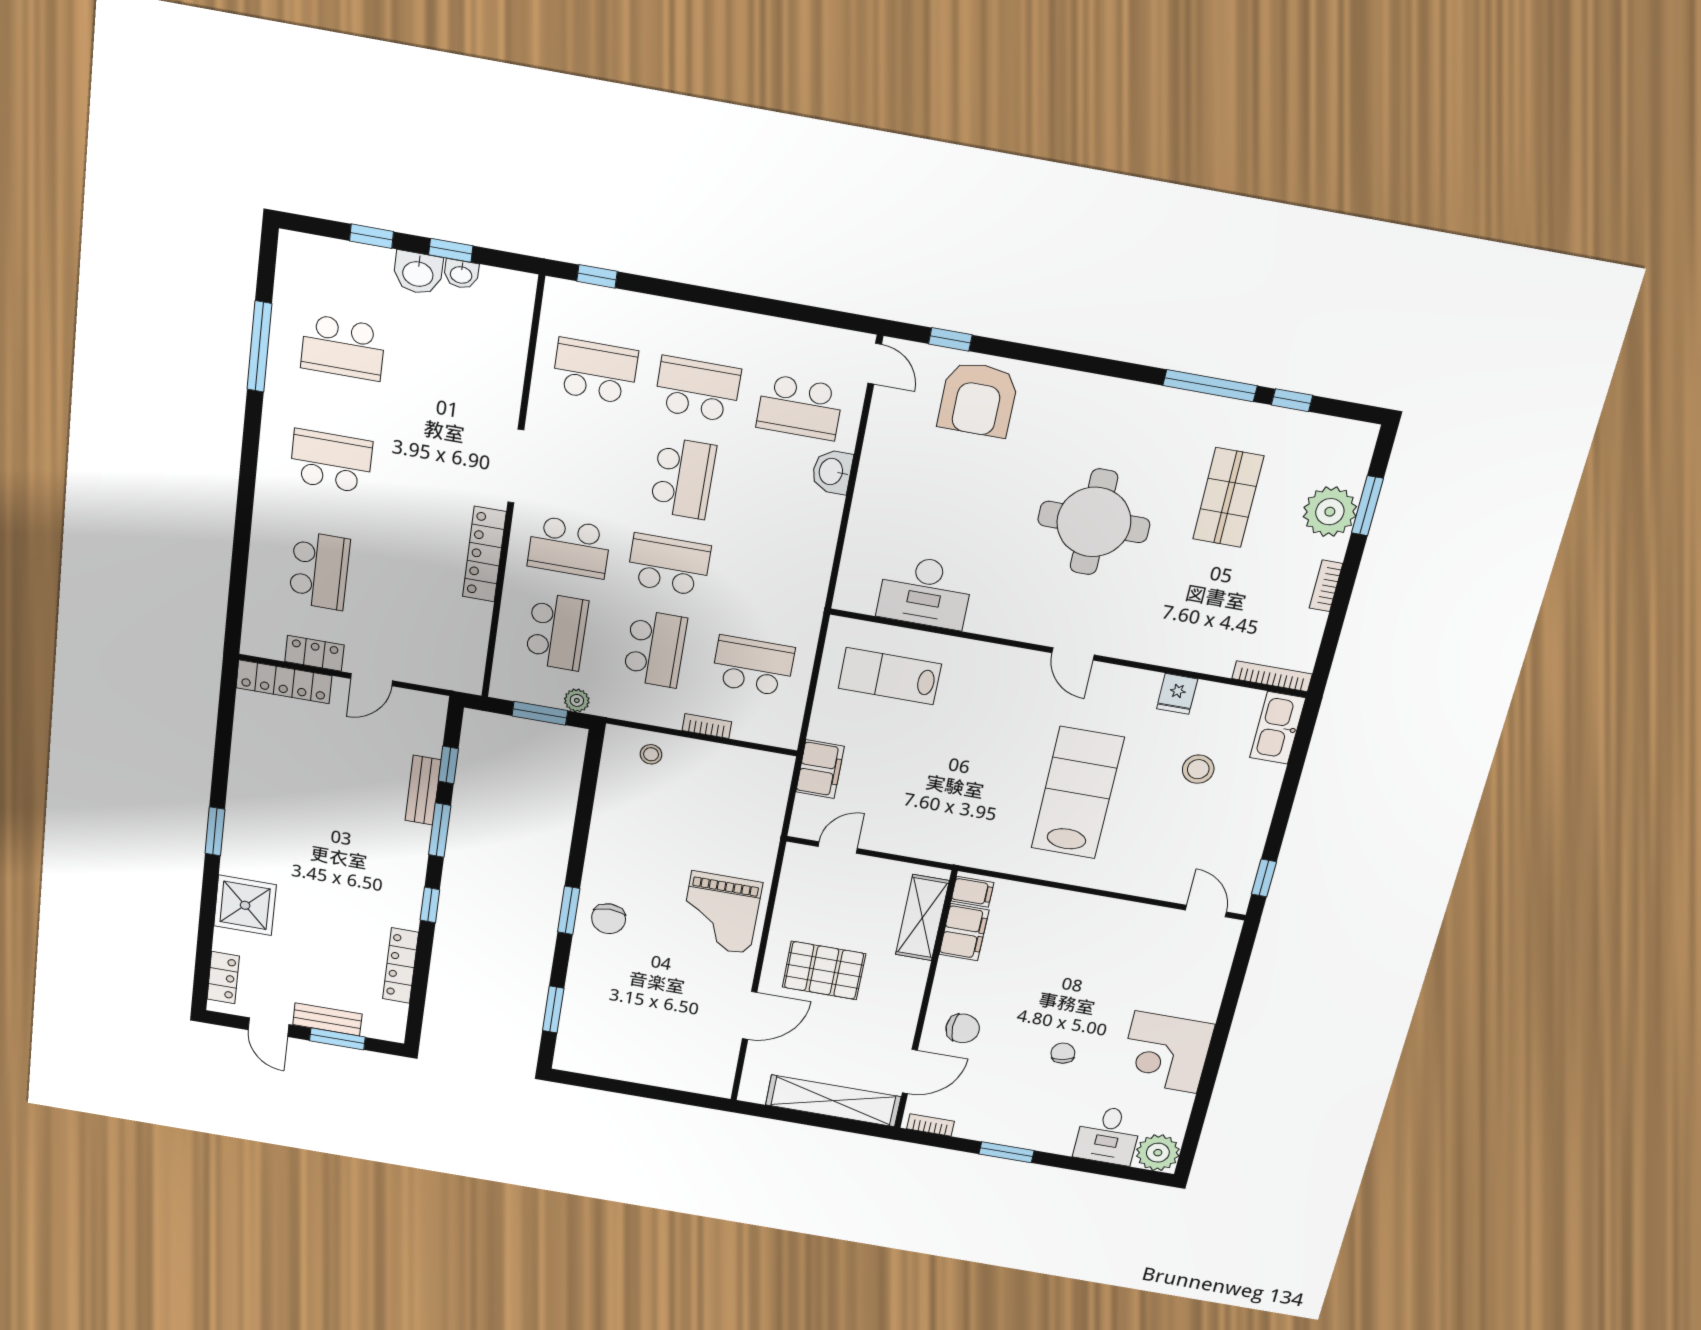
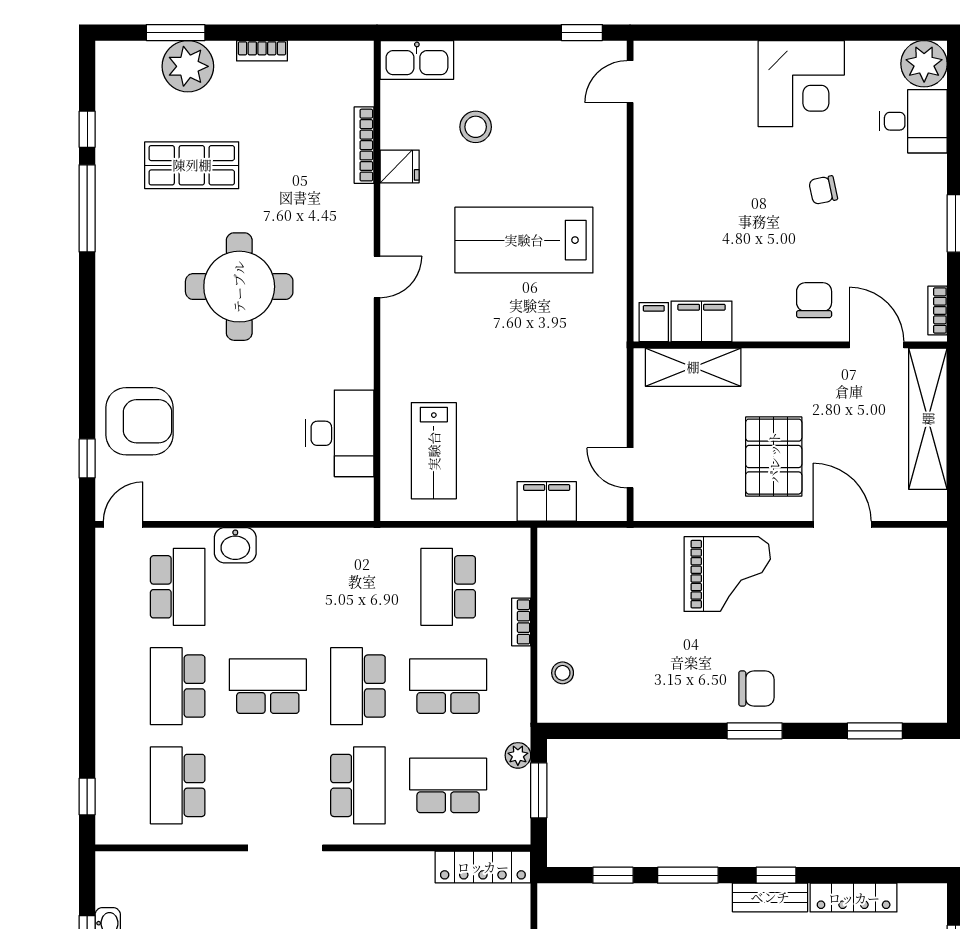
locker: (484, 554) -> (483, 867), moved
bookcase: (1272, 676) -> (364, 145), moved
bench: (423, 790) -> (770, 897), moved

